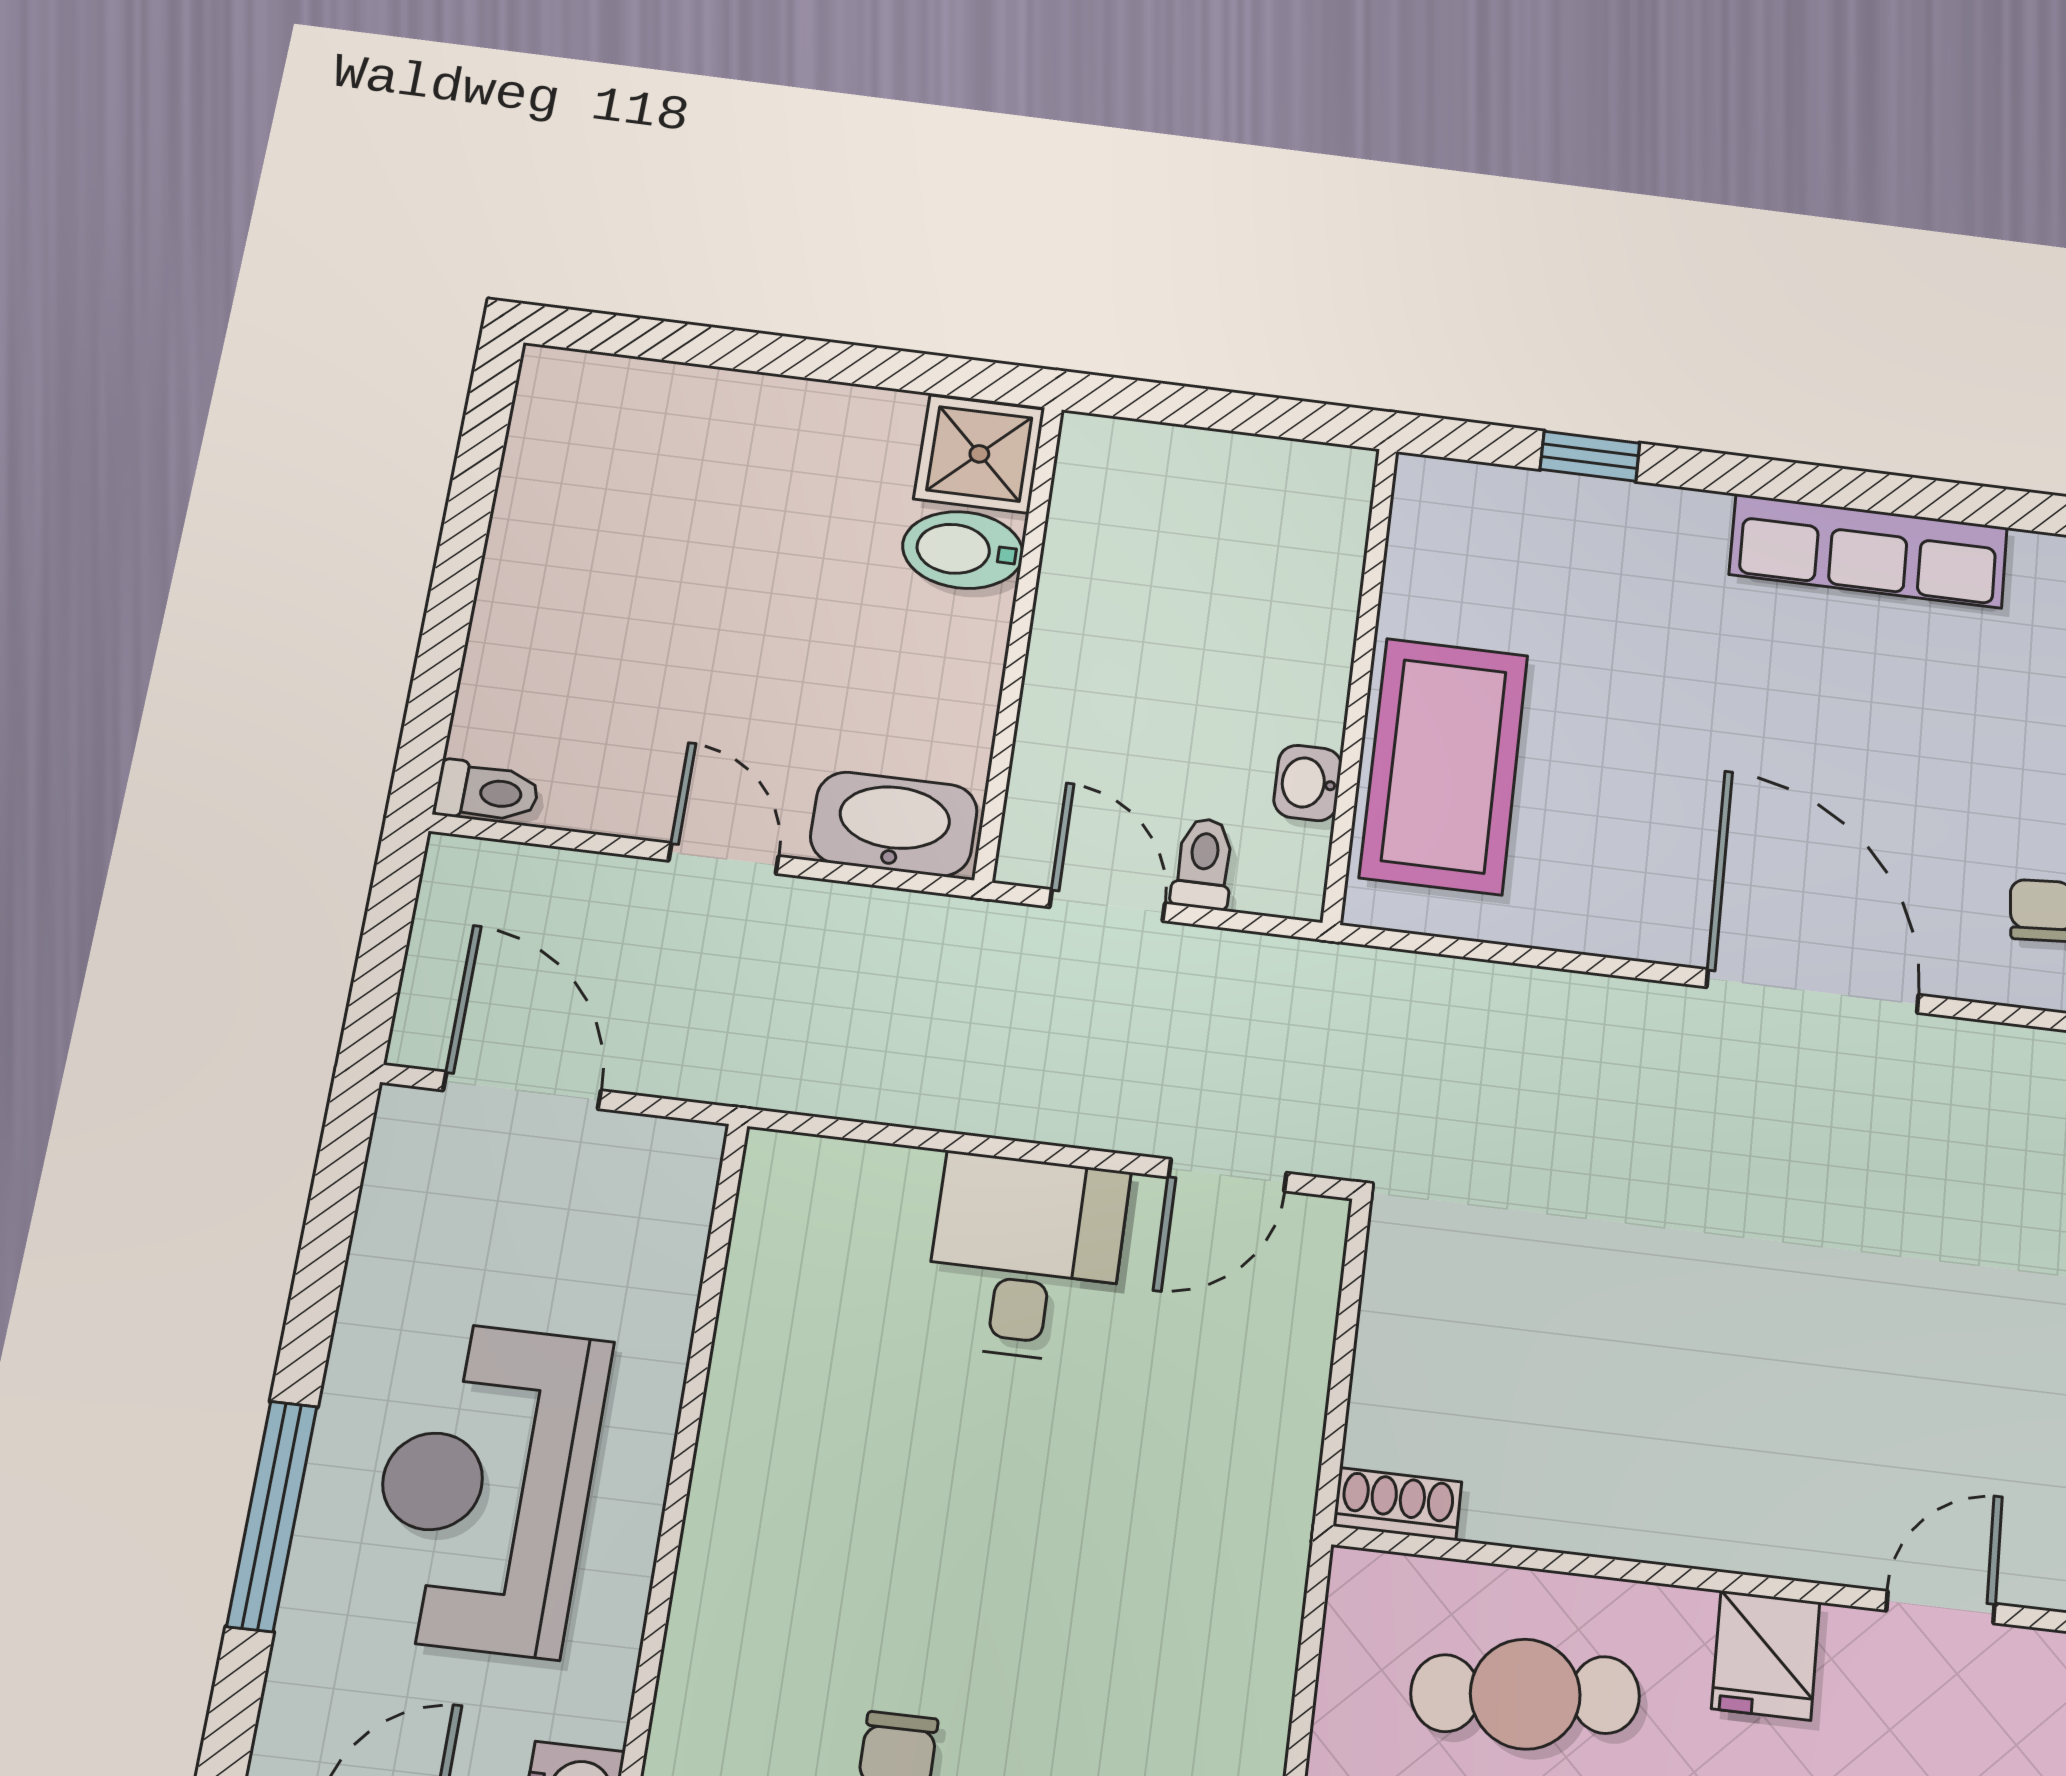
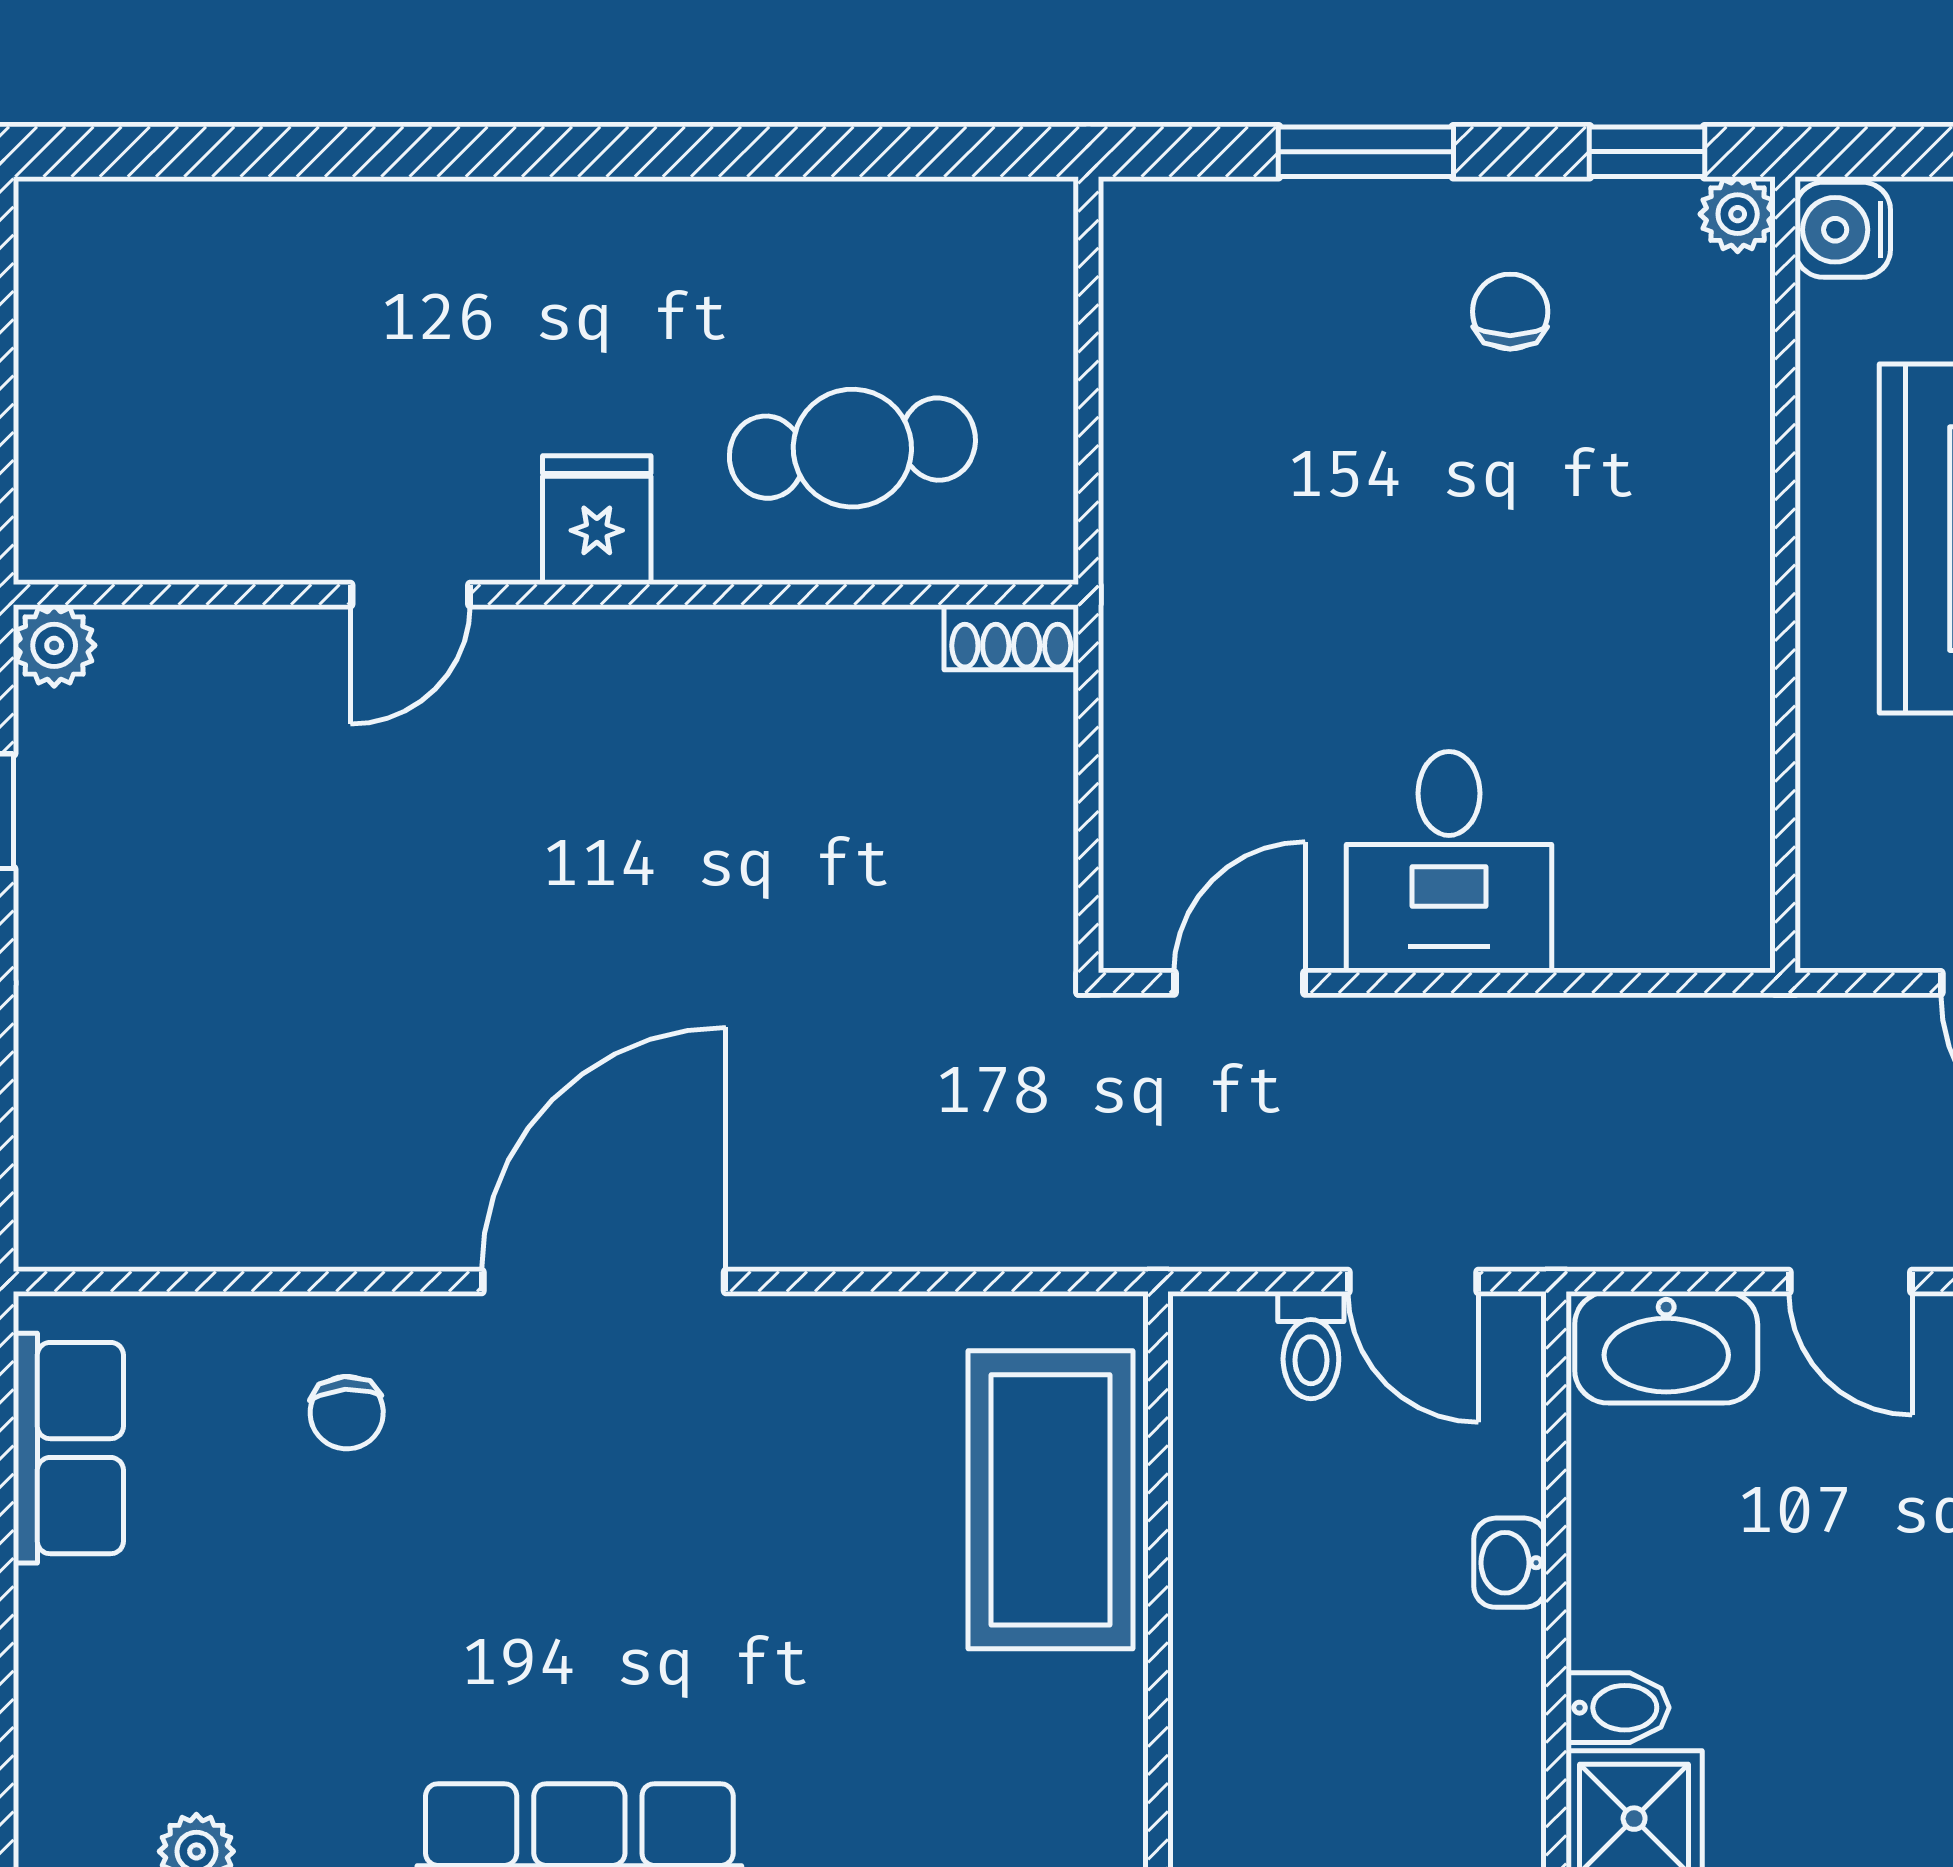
bidet: (963, 550) -> (1618, 1708), width x0.72, depth x0.74
washbasin: (1308, 783) -> (1510, 1563), moved, turned 180
door: (1813, 991) -> (604, 1281), swing flipped

